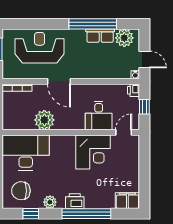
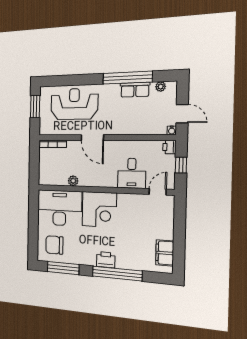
plant: (124, 38) -> (161, 87), width x0.53, depth x0.53
plant: (44, 120) -> (73, 181), width x0.53, depth x0.53
corner desk: (93, 152) -> (99, 210), moved
filing cabinet: (127, 201) -> (165, 253), moved, turned -90
plant: (50, 202) -> (81, 259), removed
window: (31, 214) -> (63, 268), width x2.17

